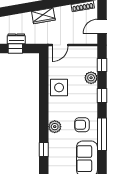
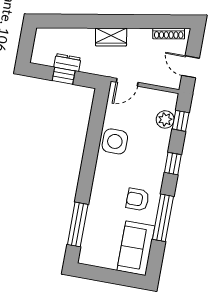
door: (102, 26) -> (190, 67), hinge flipped
plant: (91, 78) -> (165, 119), moved
plant: (55, 127) -> (99, 195), removed
window: (44, 150) -> (78, 224), width x2.17

